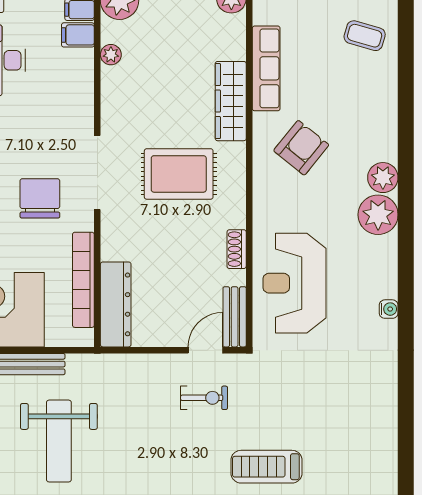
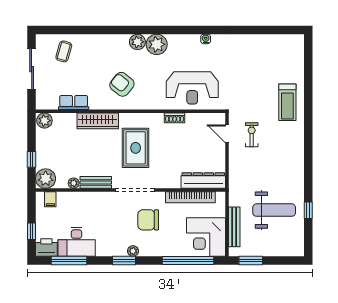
filing cabinet: (78, 35) -> (63, 200), removed
row of seats: (266, 68) -> (74, 102), width x0.68
bench: (235, 317) -> (96, 182), moved

